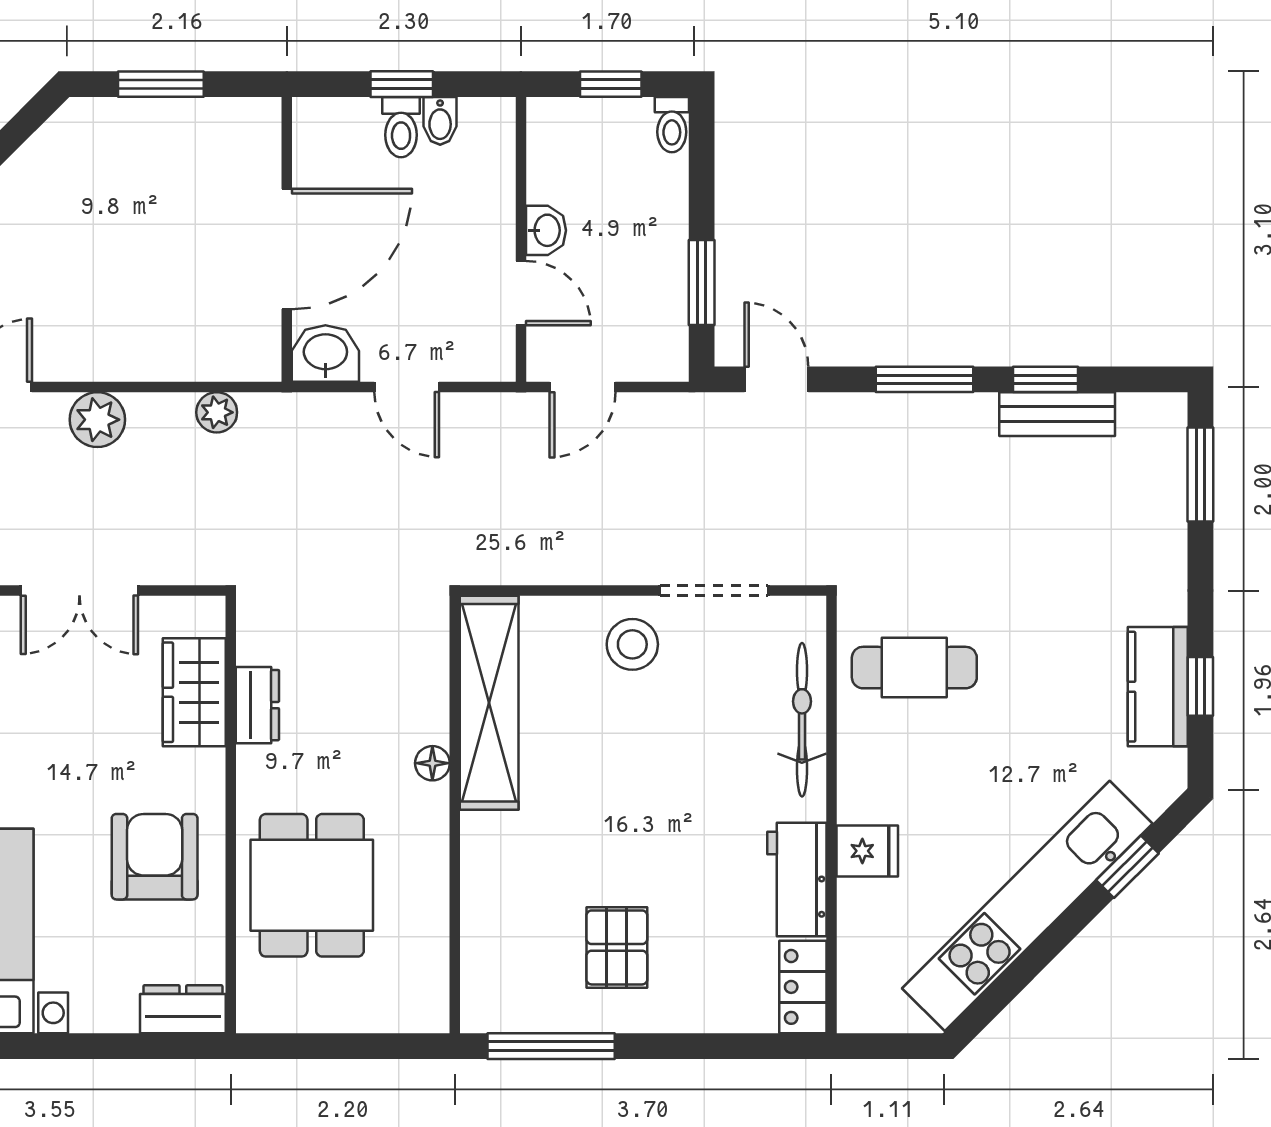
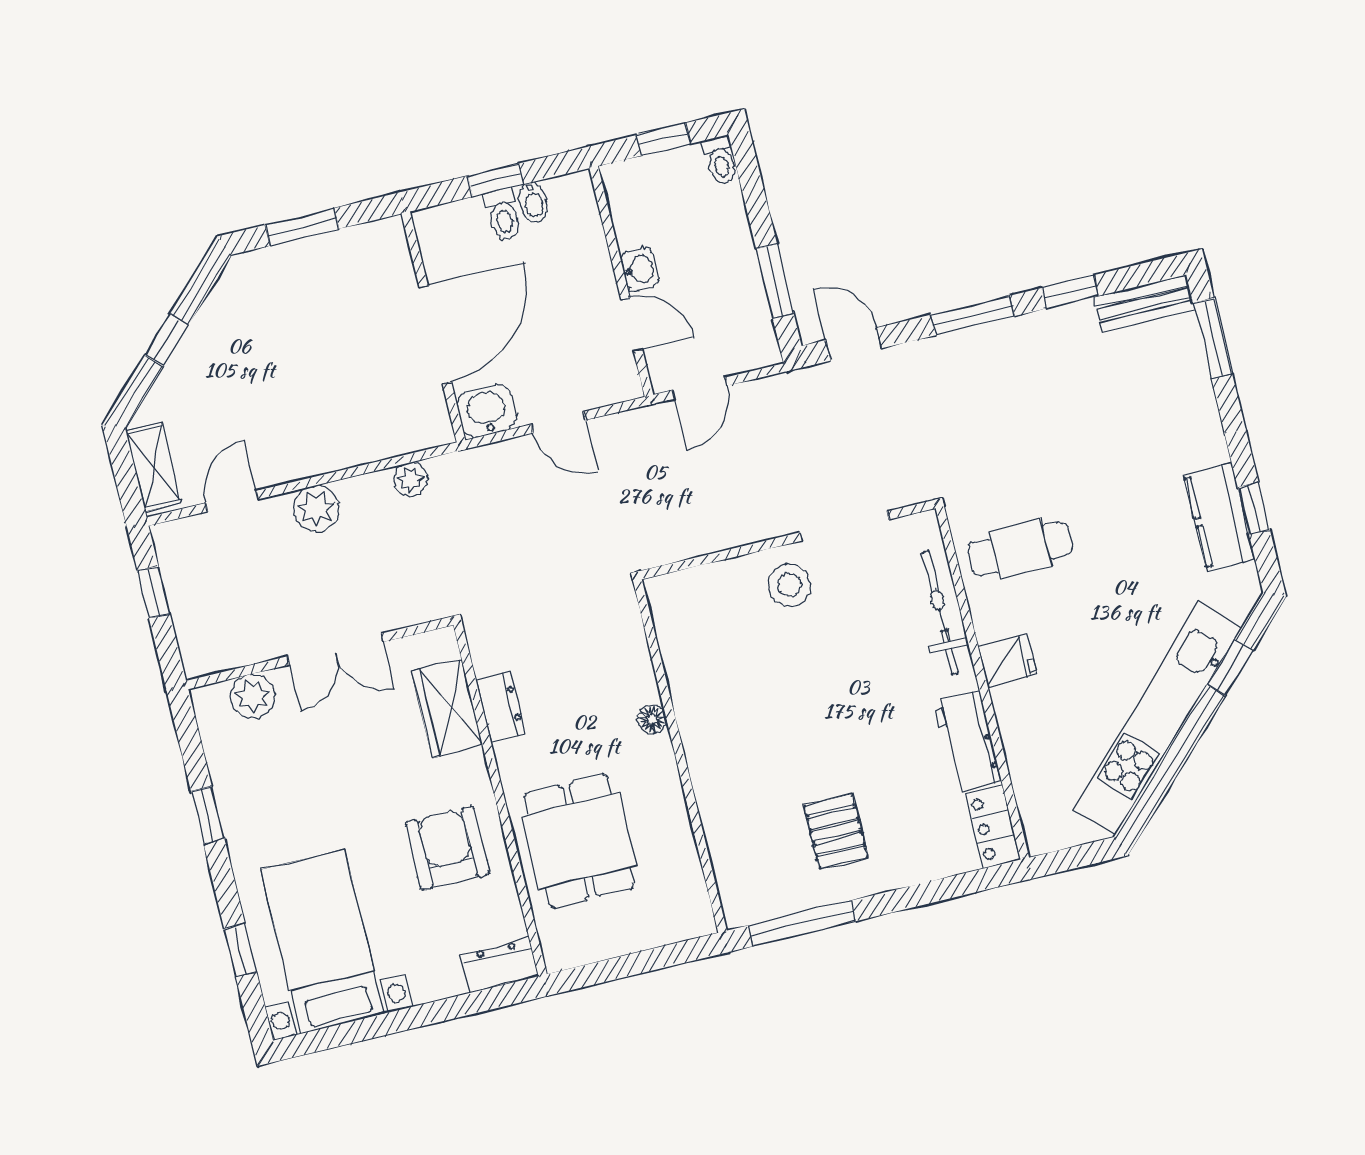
bench: (1057, 414) -> (1144, 303), moved
shelving: (489, 703) -> (686, 660), removed
fridge: (867, 851) -> (1007, 660), moved

